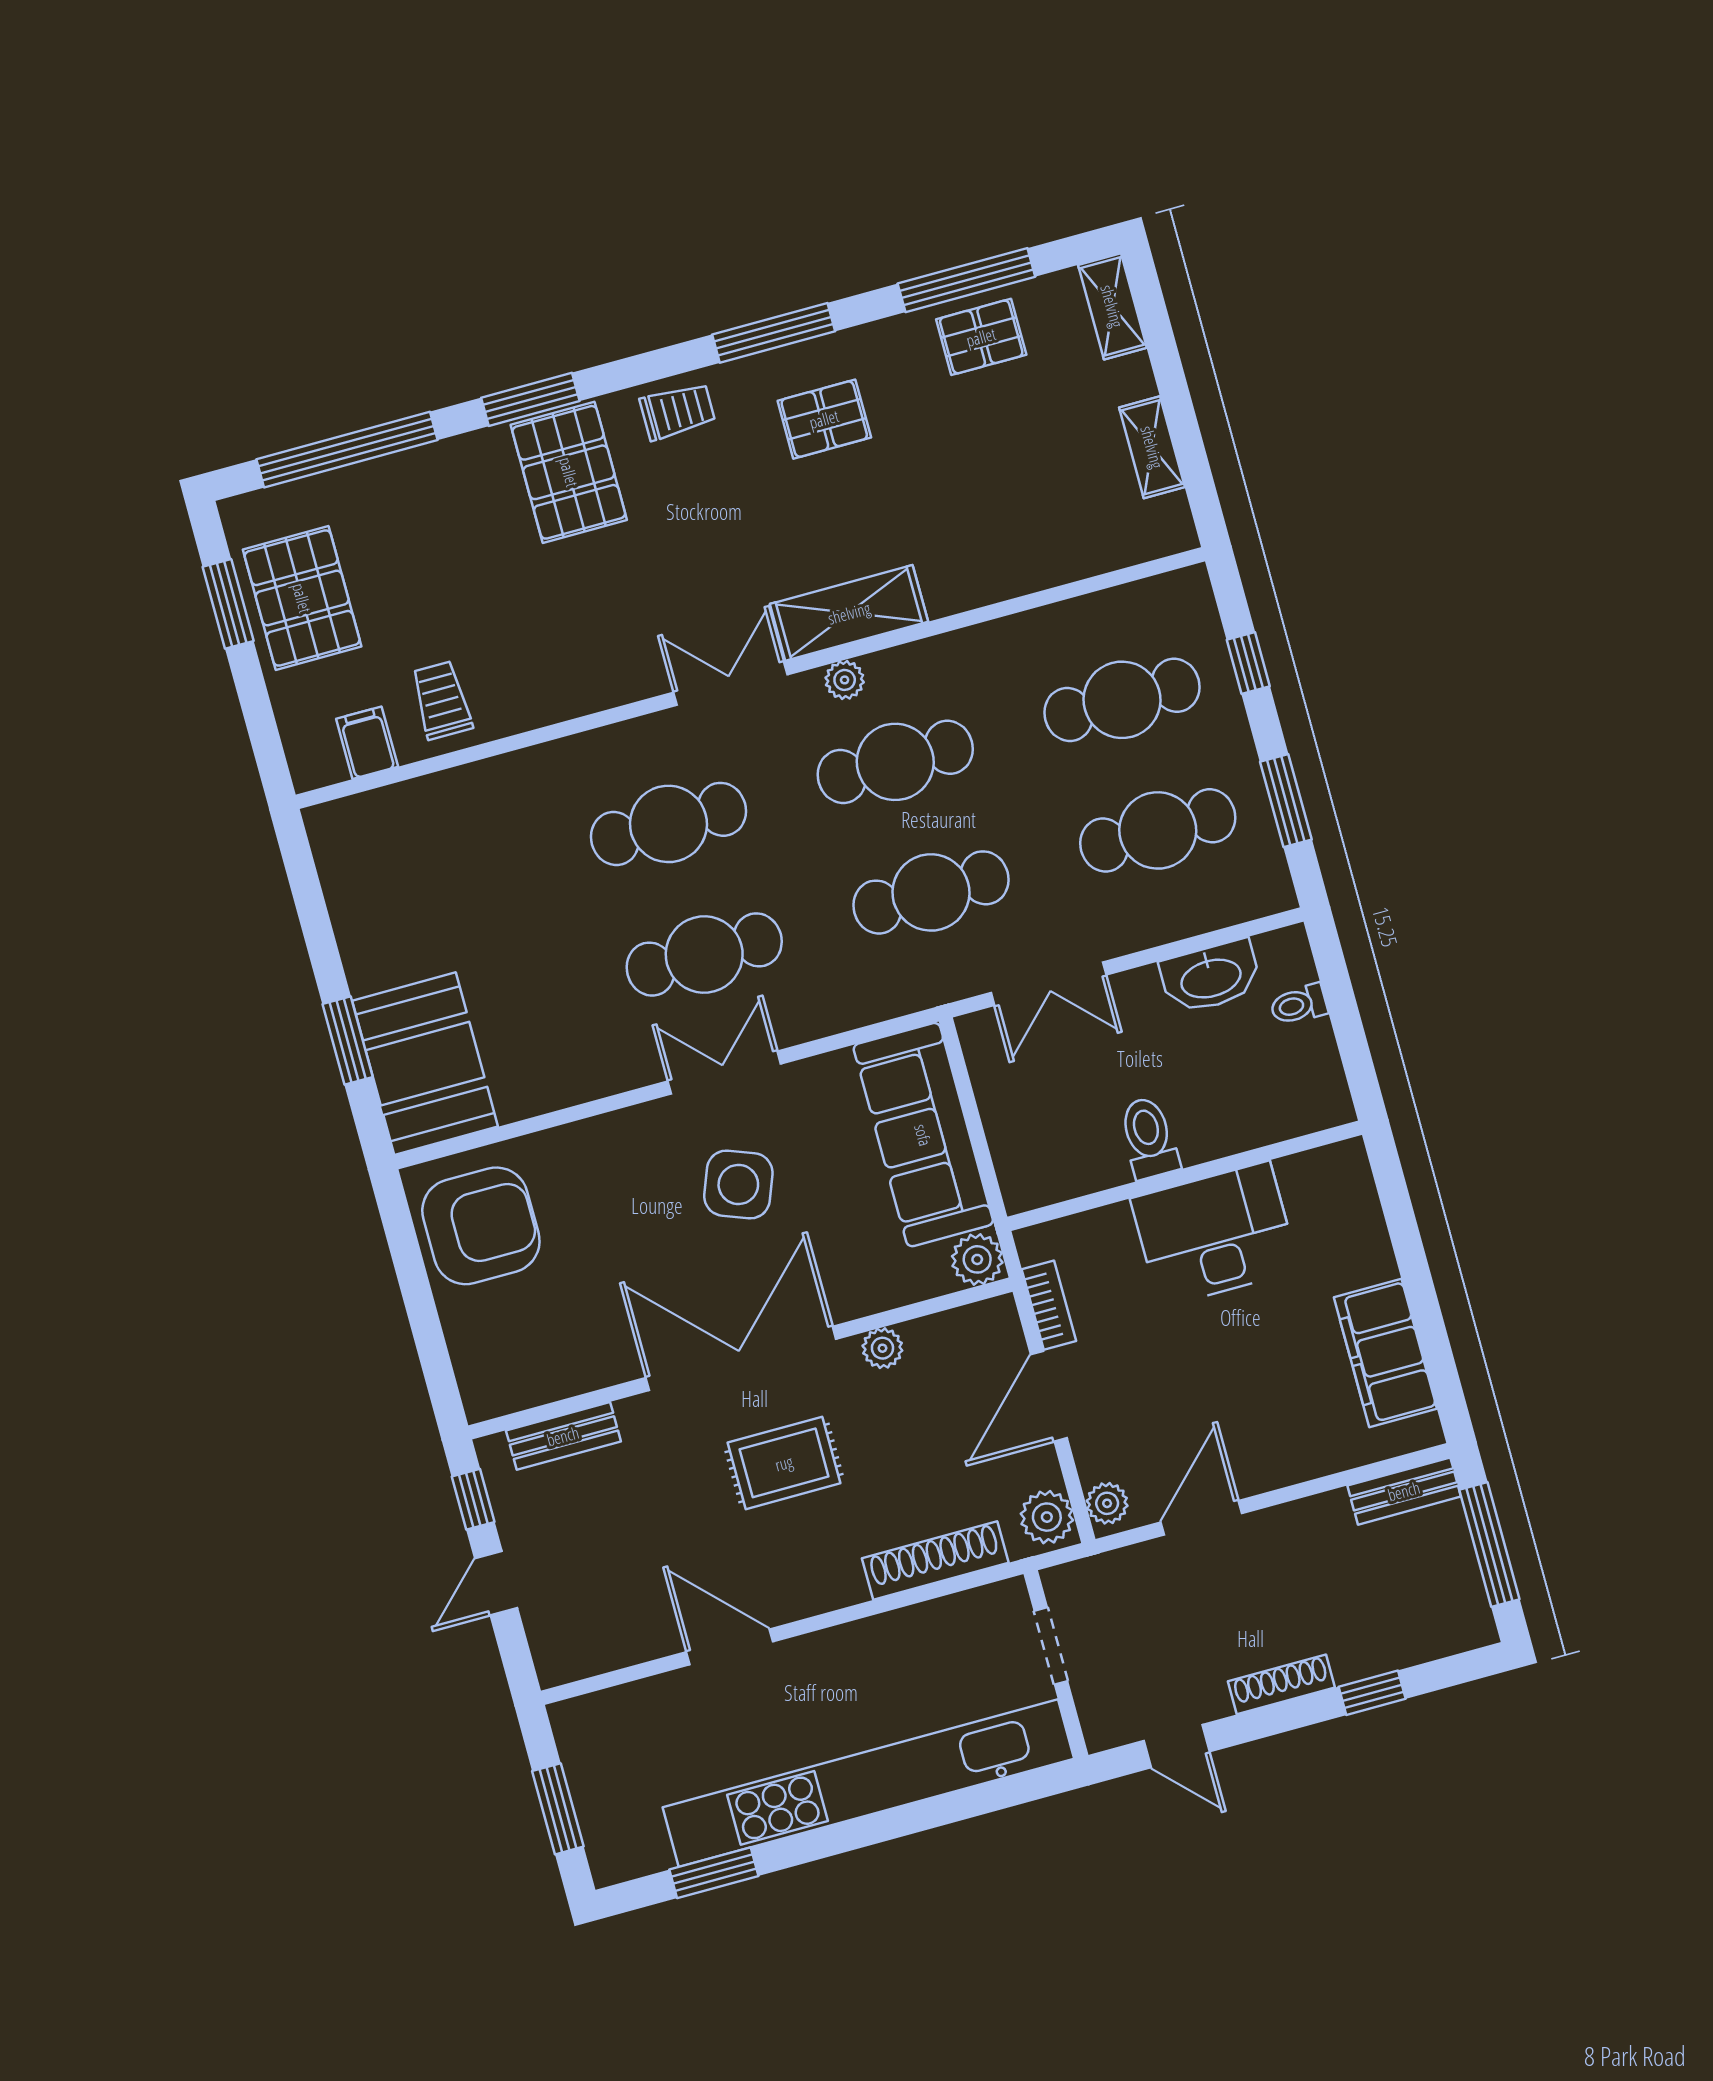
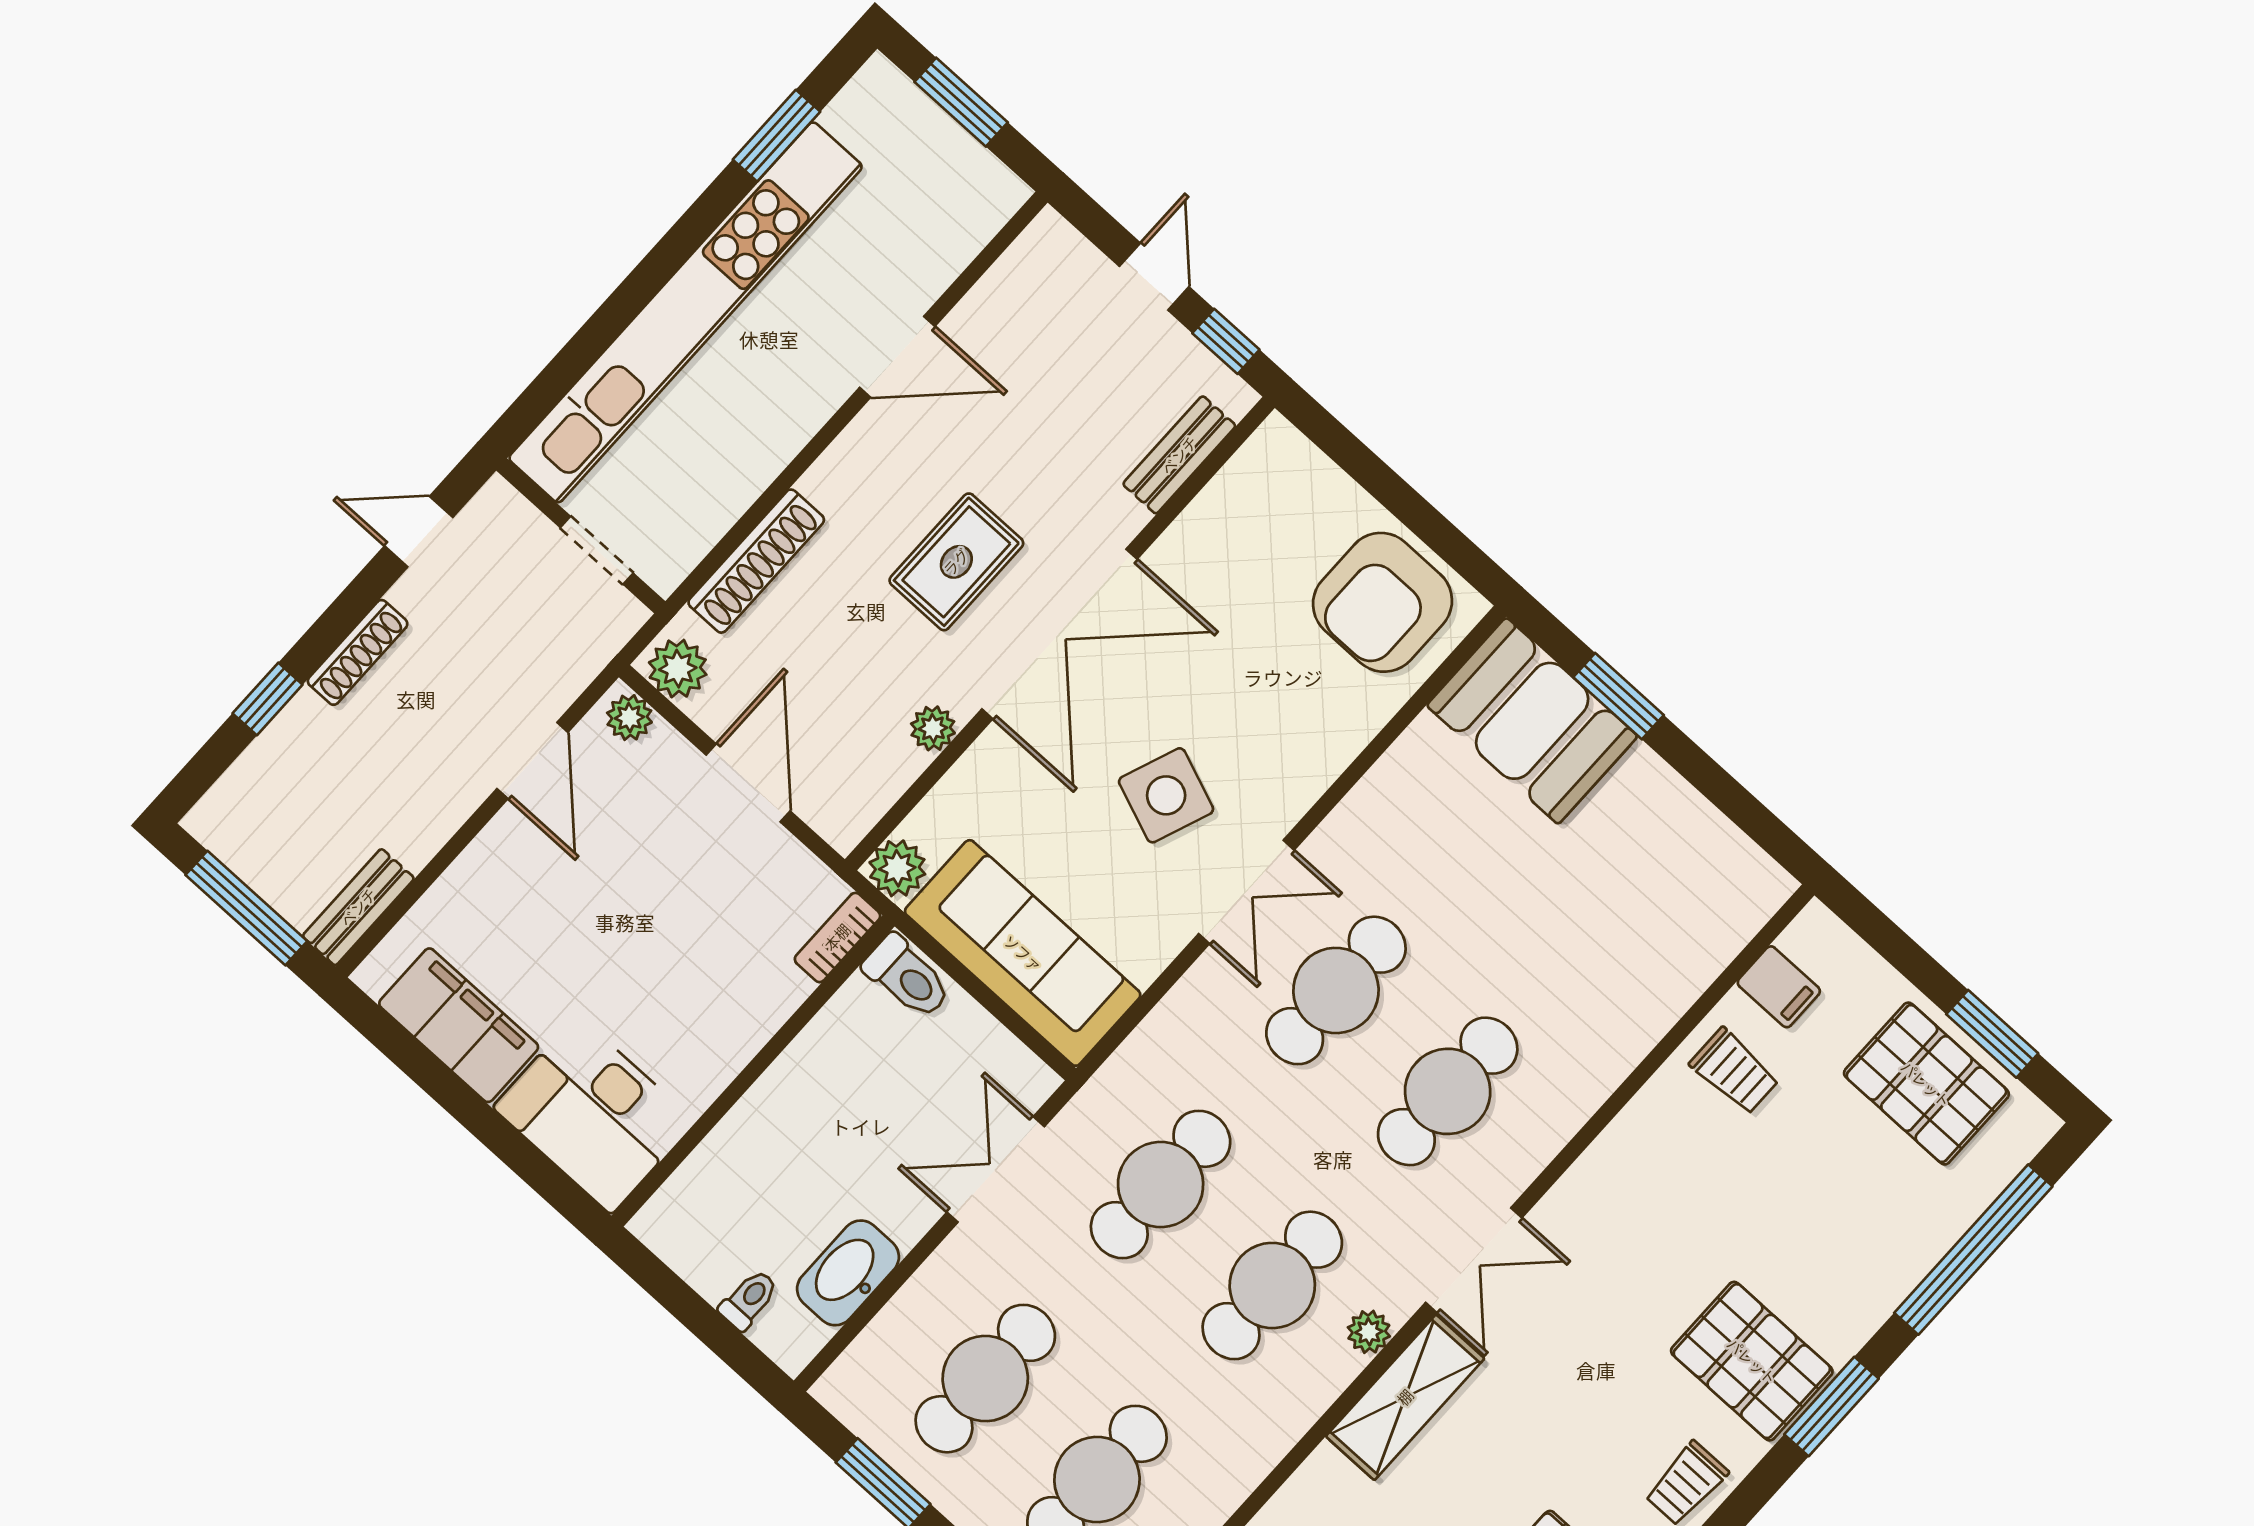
toilet: (1149, 1138) -> (907, 977), moved
desk: (1215, 1234) -> (594, 1114), moved, turned 90
bookcase: (1049, 1305) -> (837, 937), moved, turned 90

